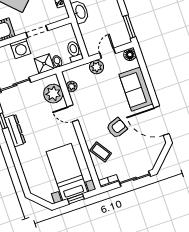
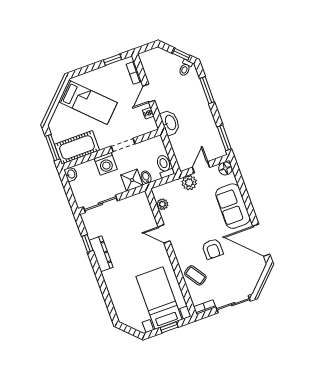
plant: (53, 94) -> (142, 213), removed
armchair: (117, 128) -> (213, 249), turned 110

